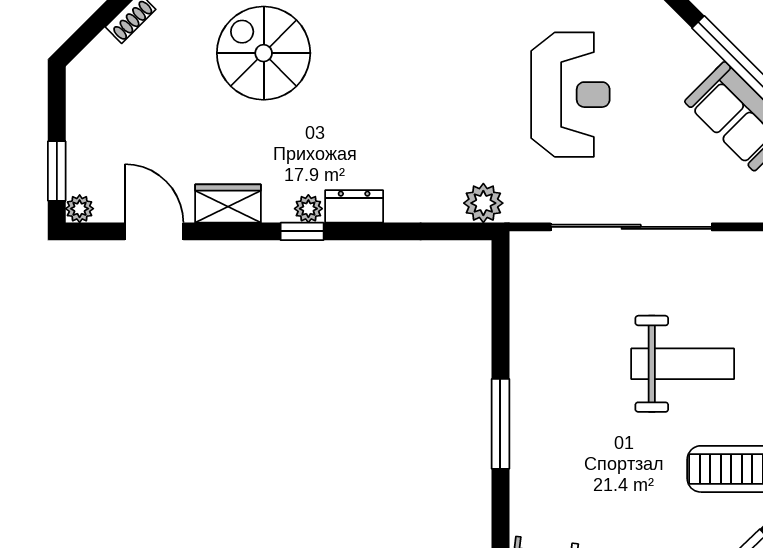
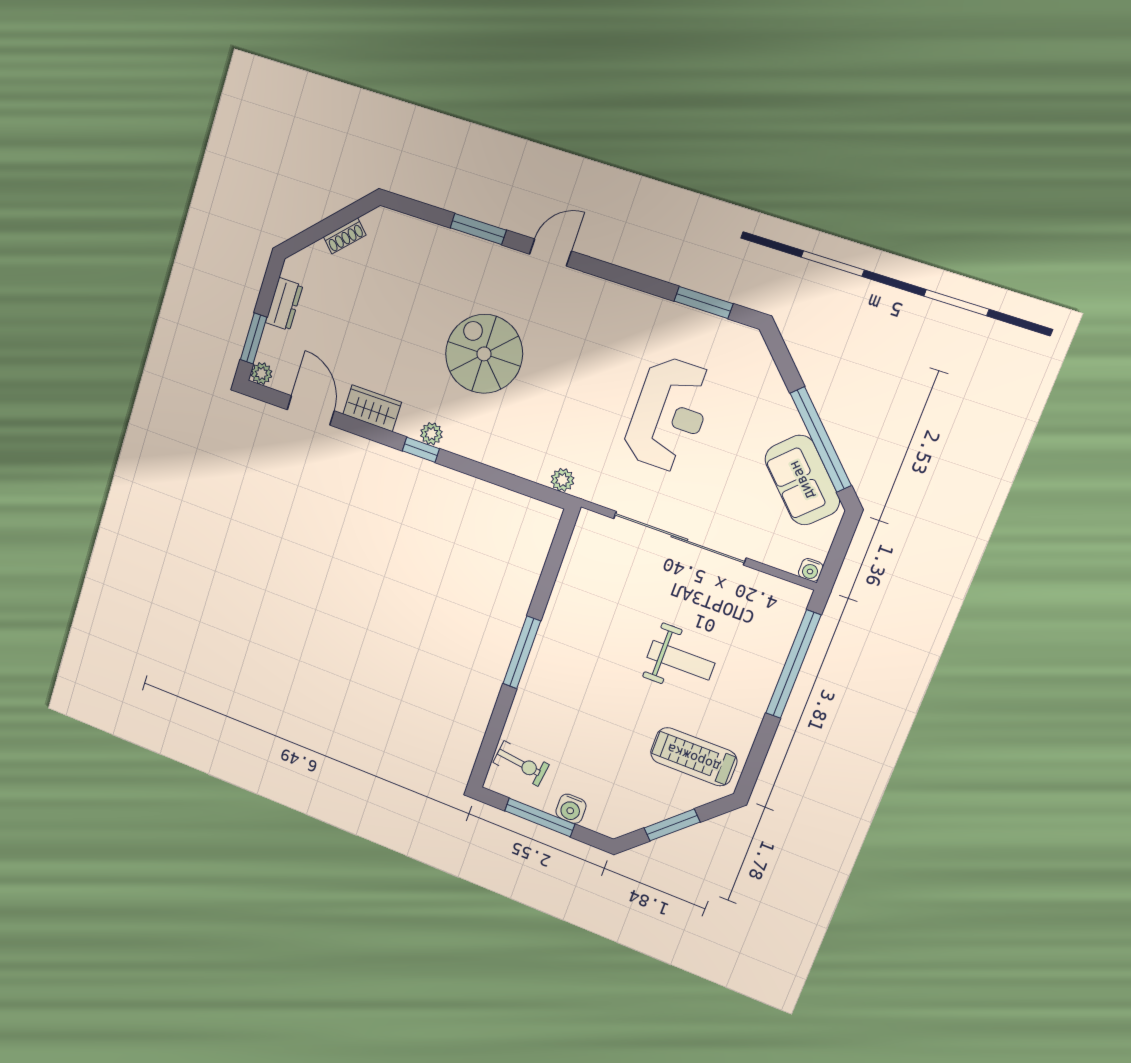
spiral stairs: (264, 53) -> (484, 354), moved
plant: (483, 203) -> (563, 480), width x0.73, depth x0.73
dresser: (354, 206) -> (284, 304), moved, turned 90
weight bench: (683, 364) -> (681, 660), width x0.73, depth x0.75

